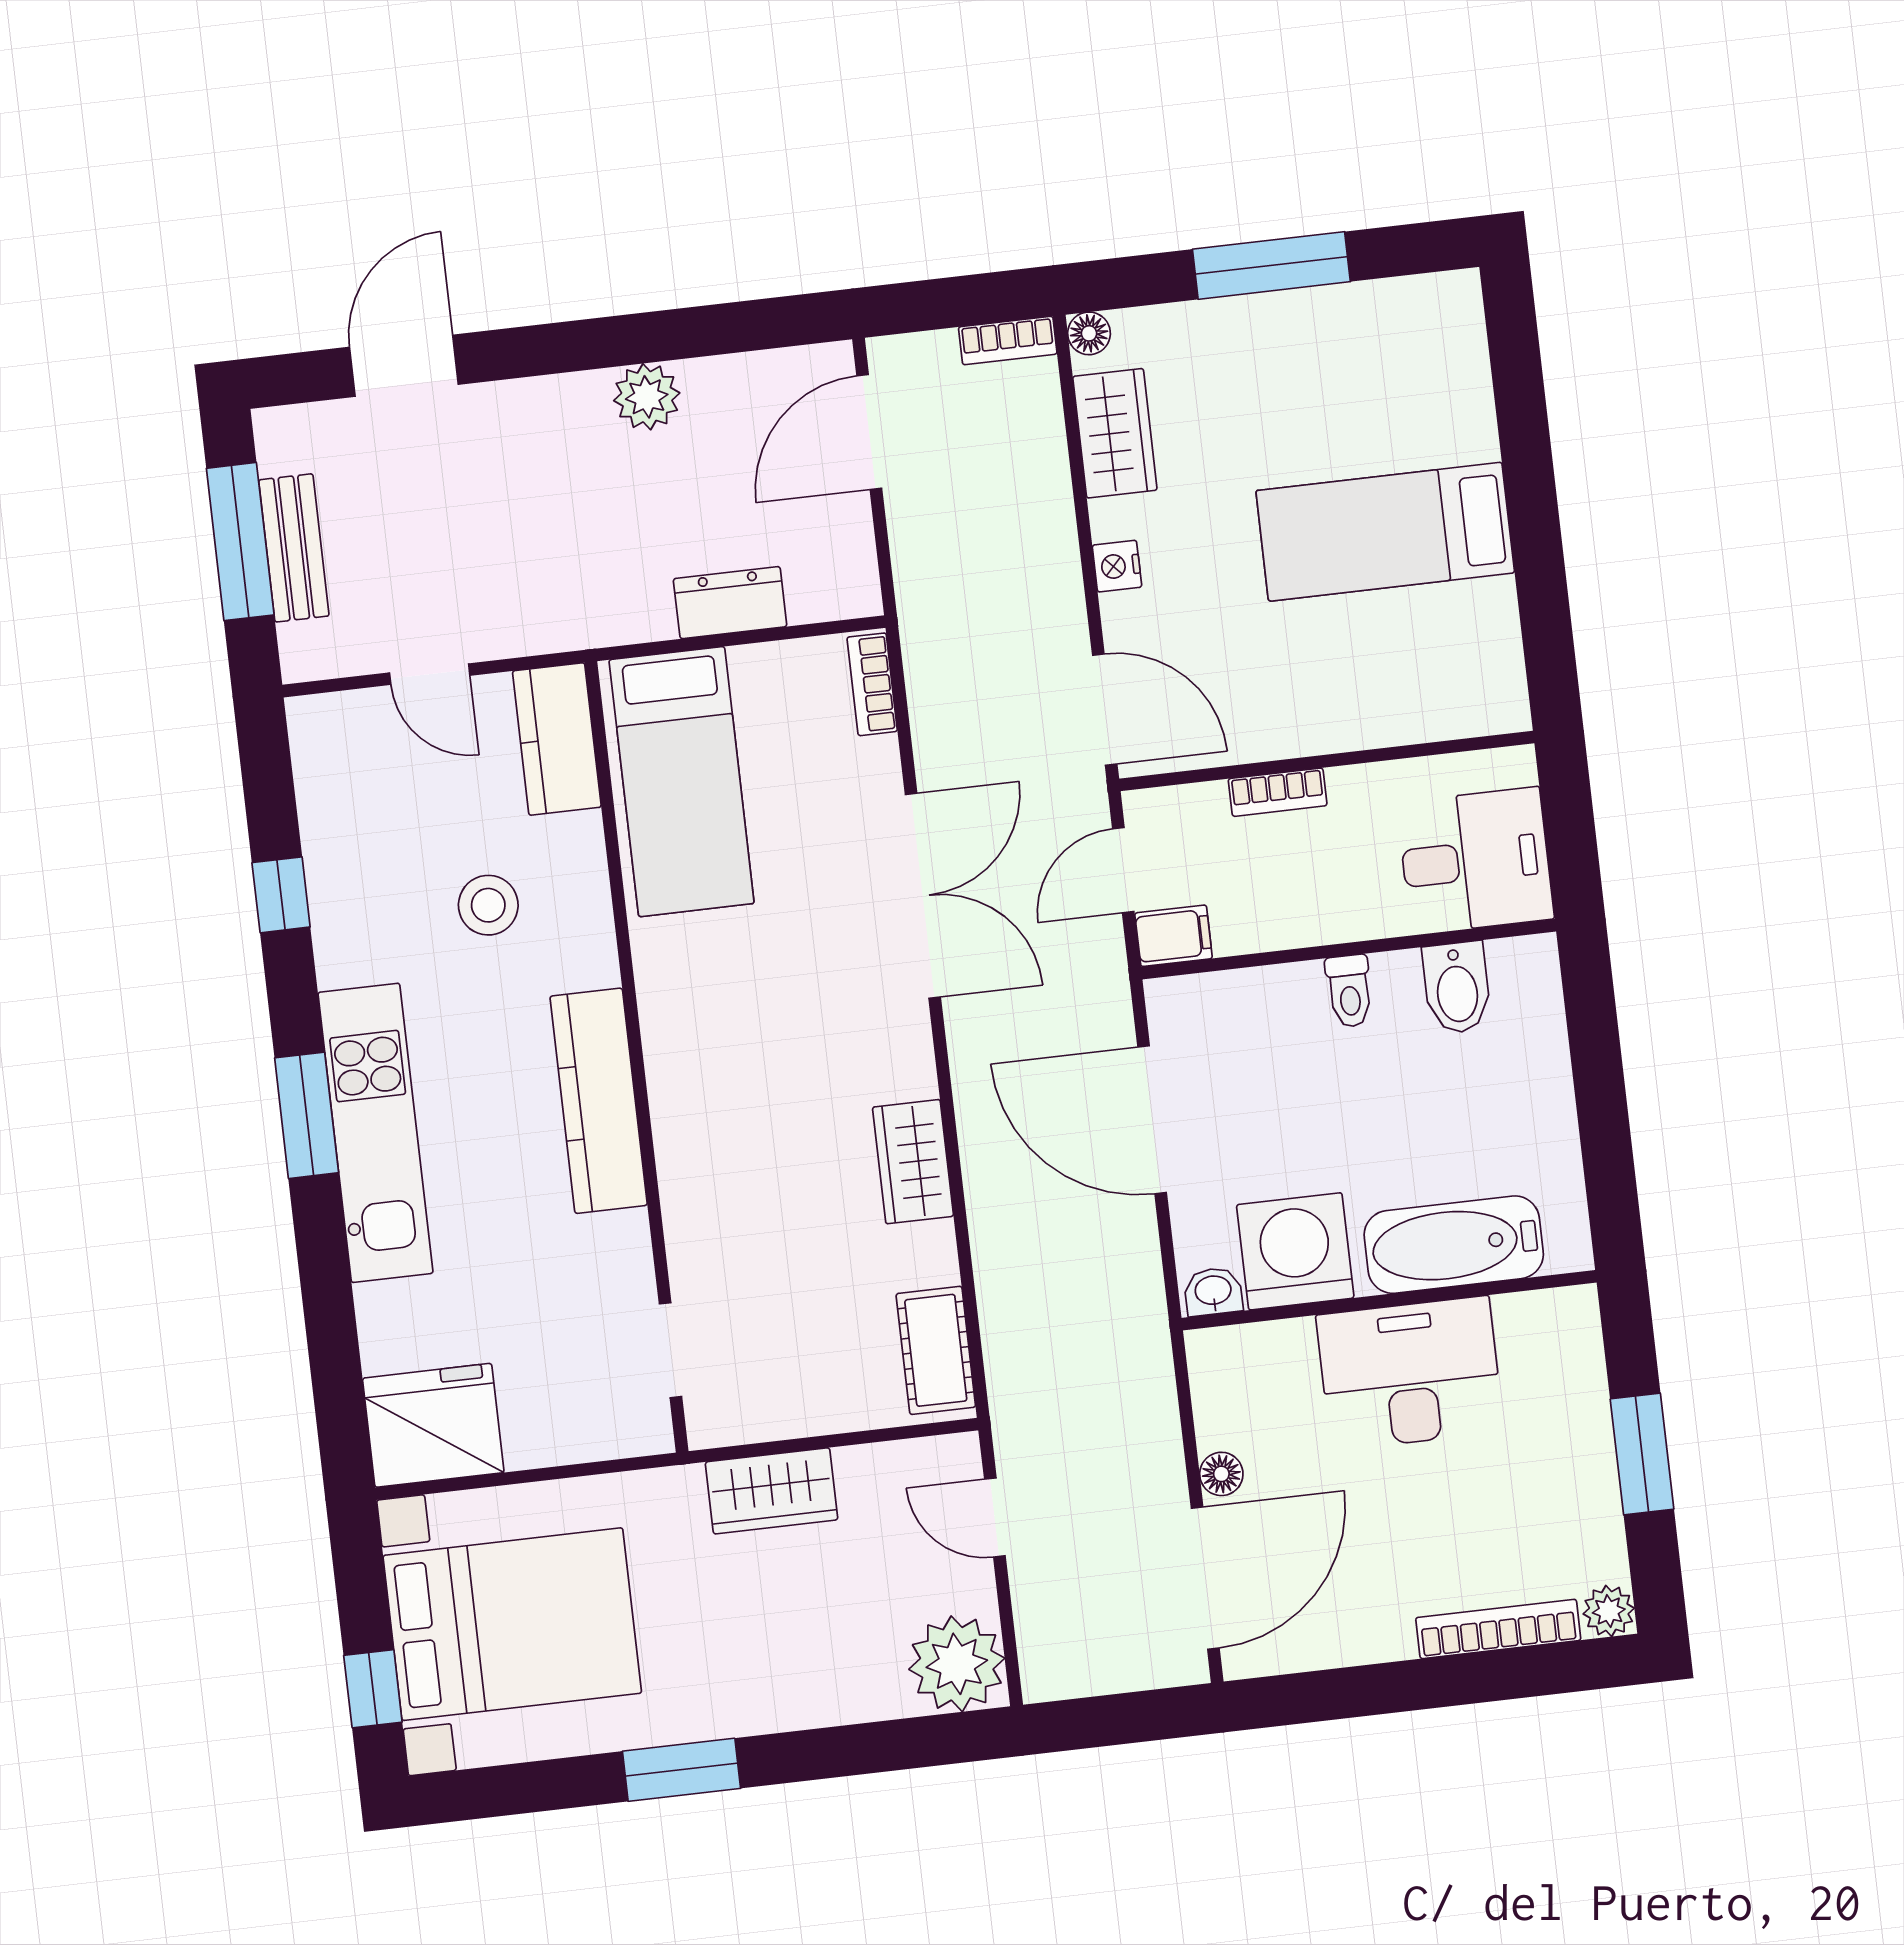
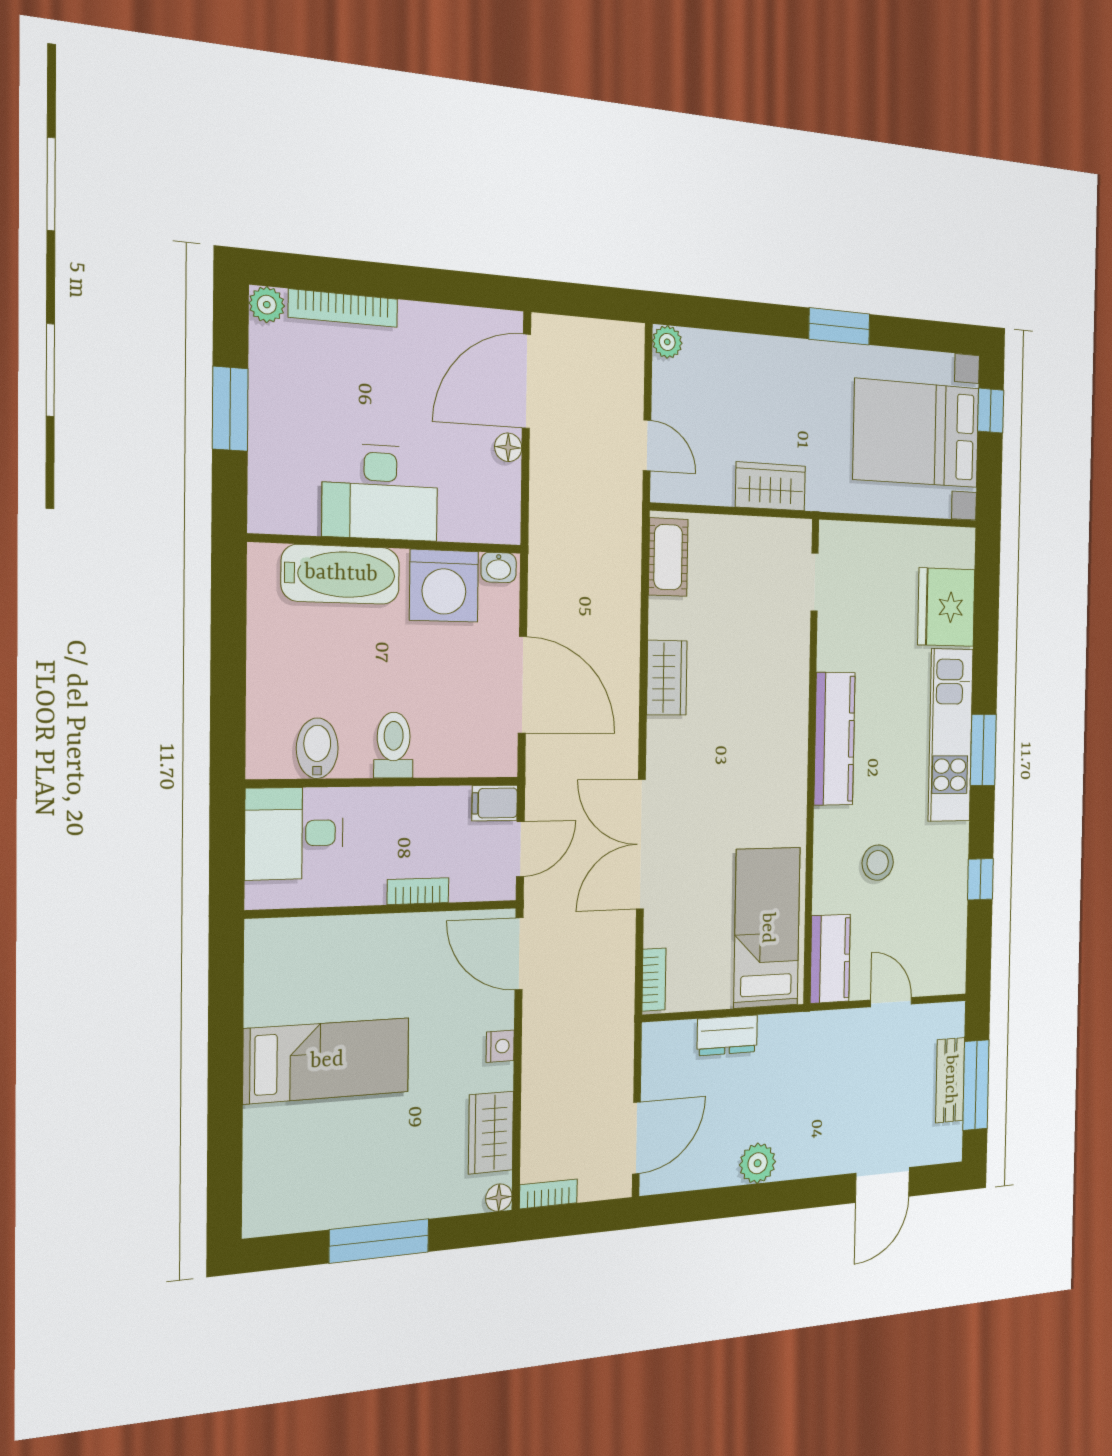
toilet: (1349, 991) -> (394, 745), width x1.37, depth x1.39
fridge: (433, 1425) -> (946, 607), moved, turned 90
plant: (957, 1664) -> (667, 342), width x0.53, depth x0.53

